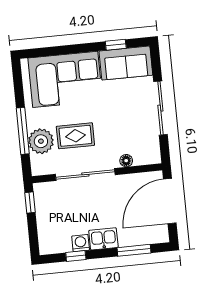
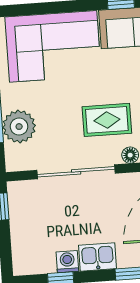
rug: (75, 136) -> (107, 120), moved

